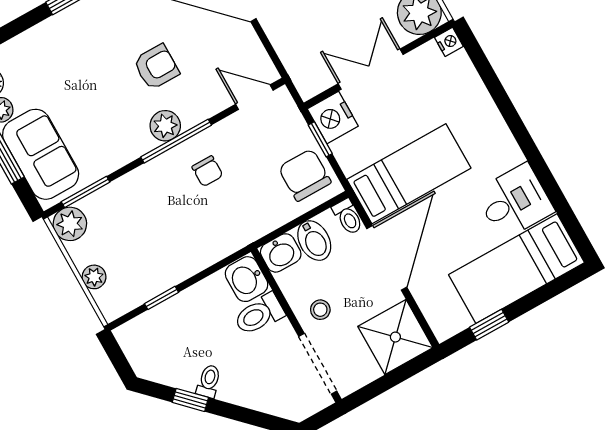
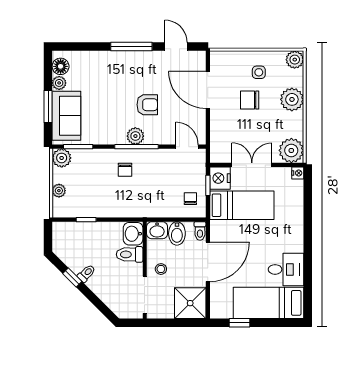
chair: (207, 171) -> (125, 170), moved
bed: (409, 174) -> (242, 205), moved
chair: (305, 175) -> (190, 199), width x0.54, depth x0.54

